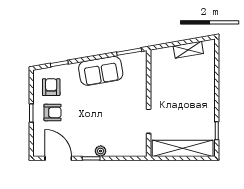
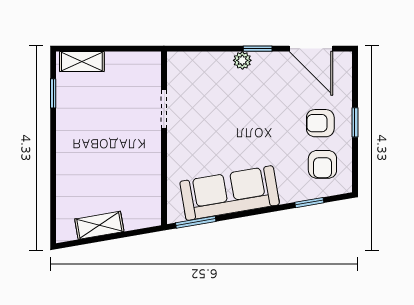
sofa: (101, 71) -> (230, 193), width x1.36
shelving: (183, 148) -> (82, 61), width x0.45, depth x0.75

